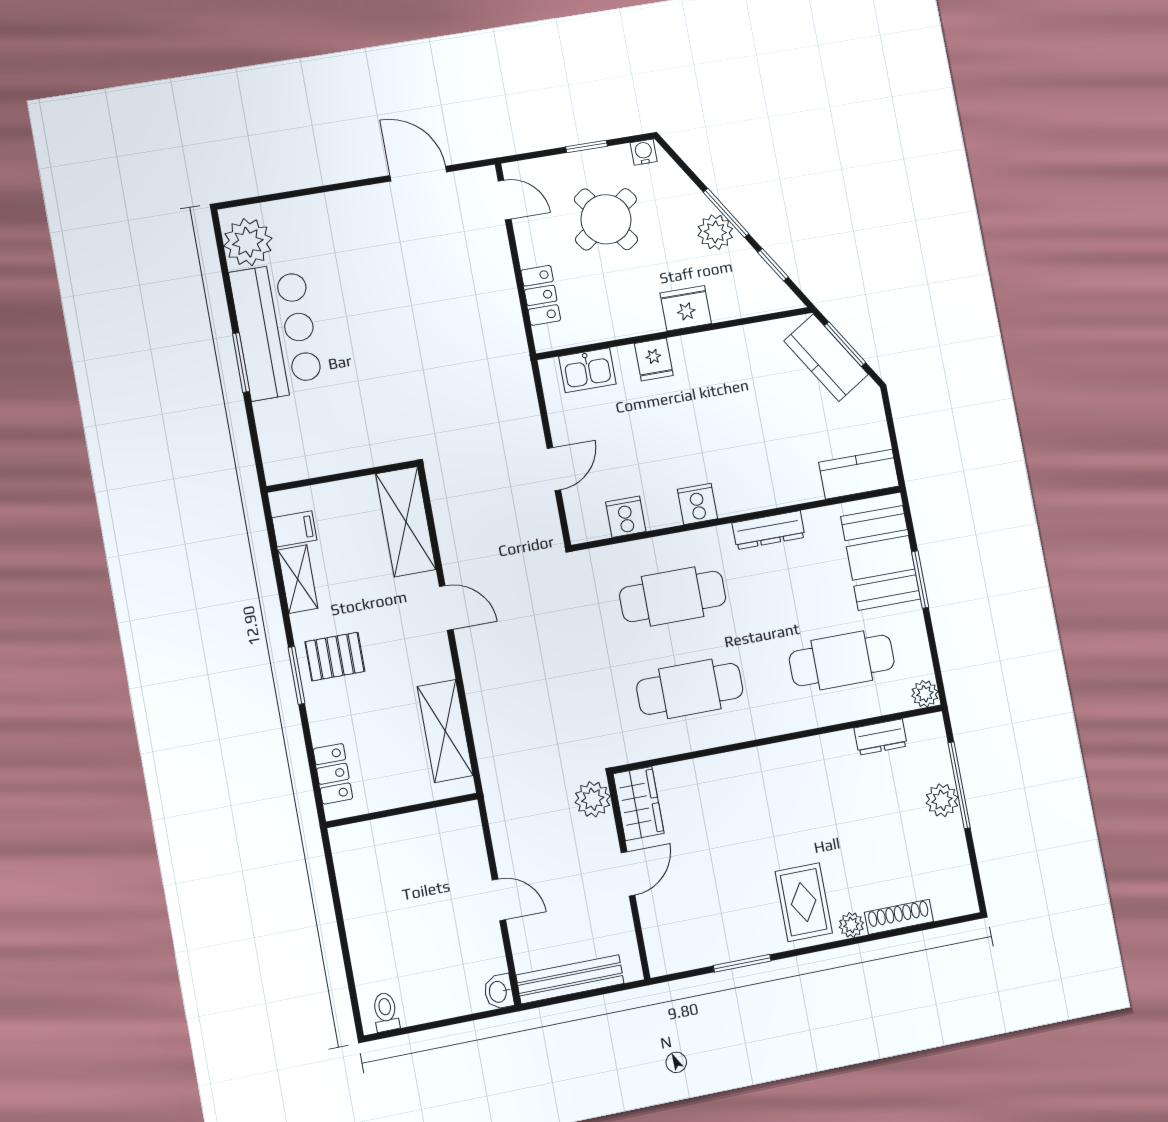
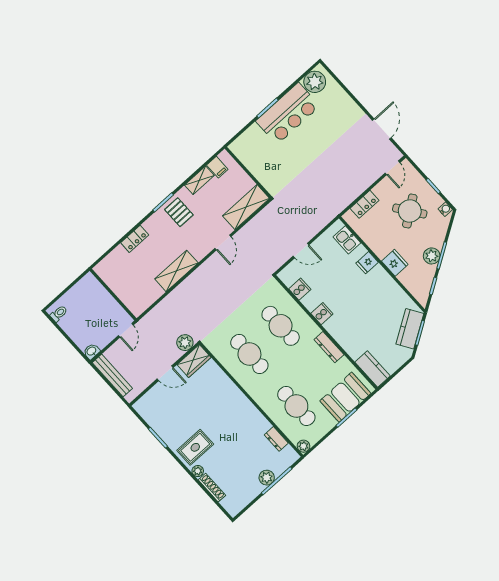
wall: (402, 810) -> (113, 295), moved

